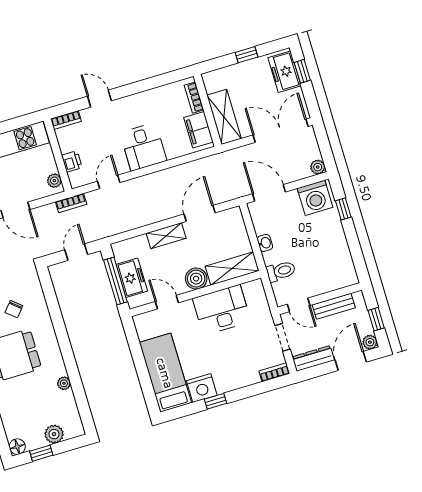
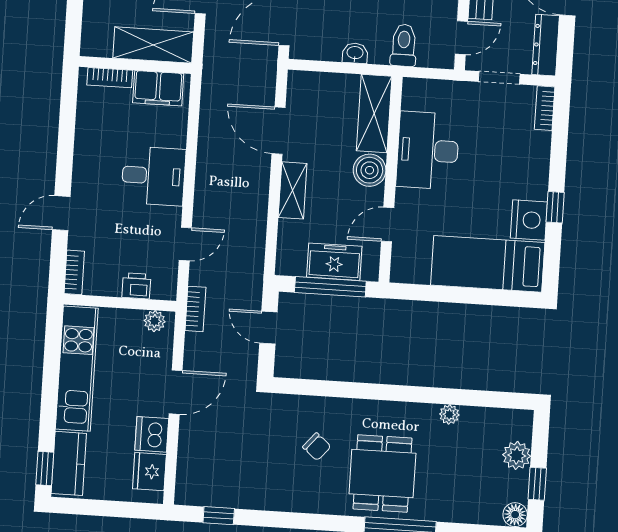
door: (109, 182) -> (185, 244), swing flipped

